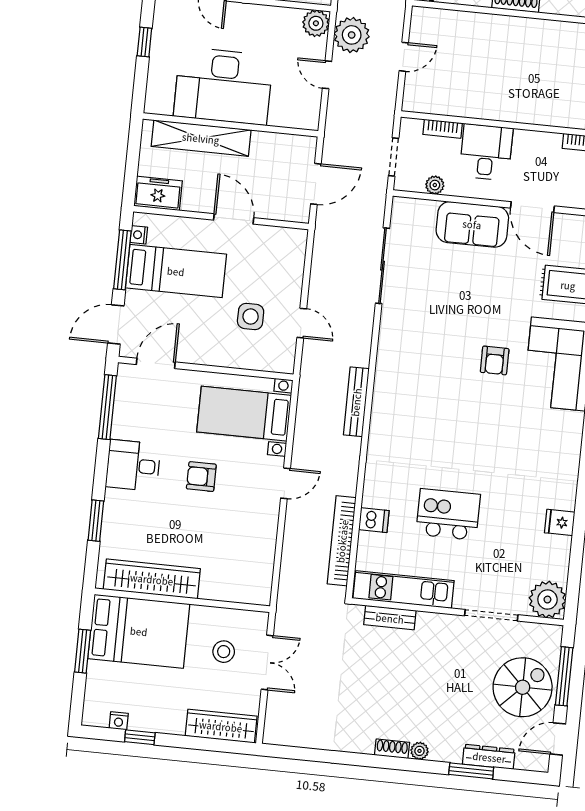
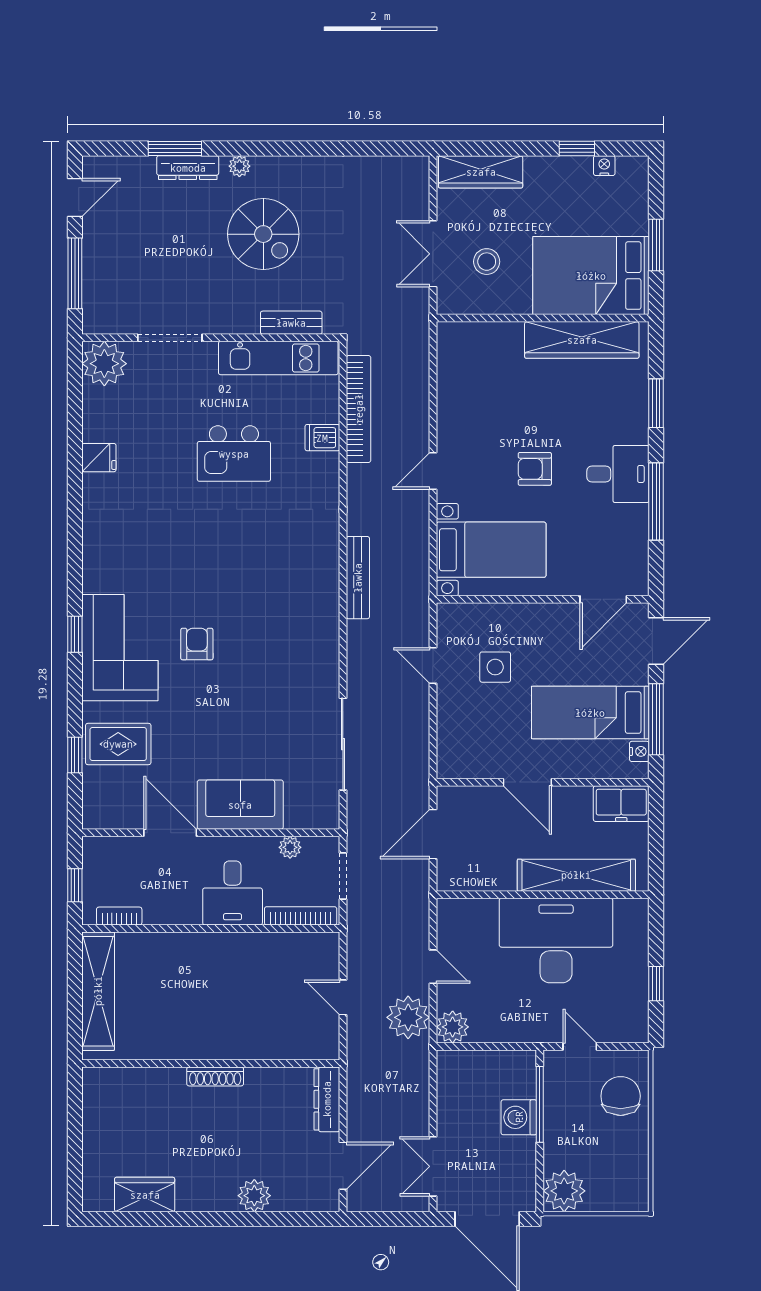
door: (404, 57) -> (343, 997), hinge flipped
bookcase: (443, 129) -> (301, 916), width x1.56
window: (107, 407) -> (656, 502), moved
armchair: (201, 477) -> (535, 469), turned 180
spiral stairs: (523, 687) -> (263, 234), moved, turned -90
shoe rack: (392, 749) -> (273, 165), removed
dresser: (489, 757) -> (188, 168), moved

